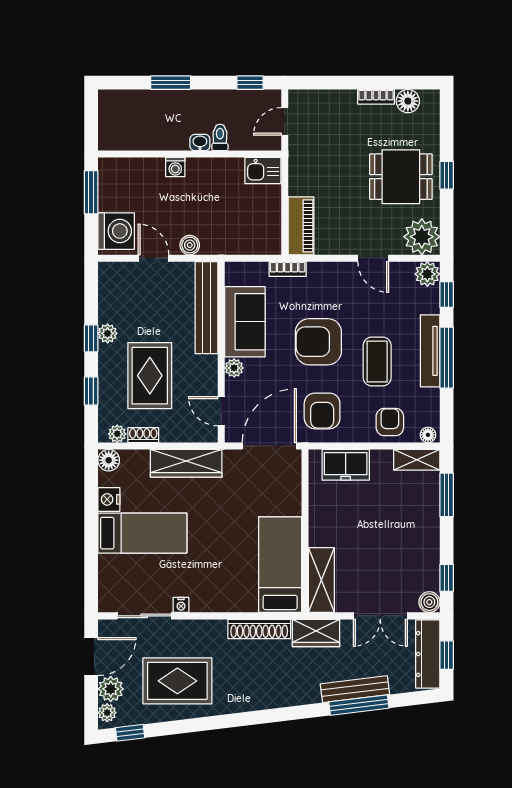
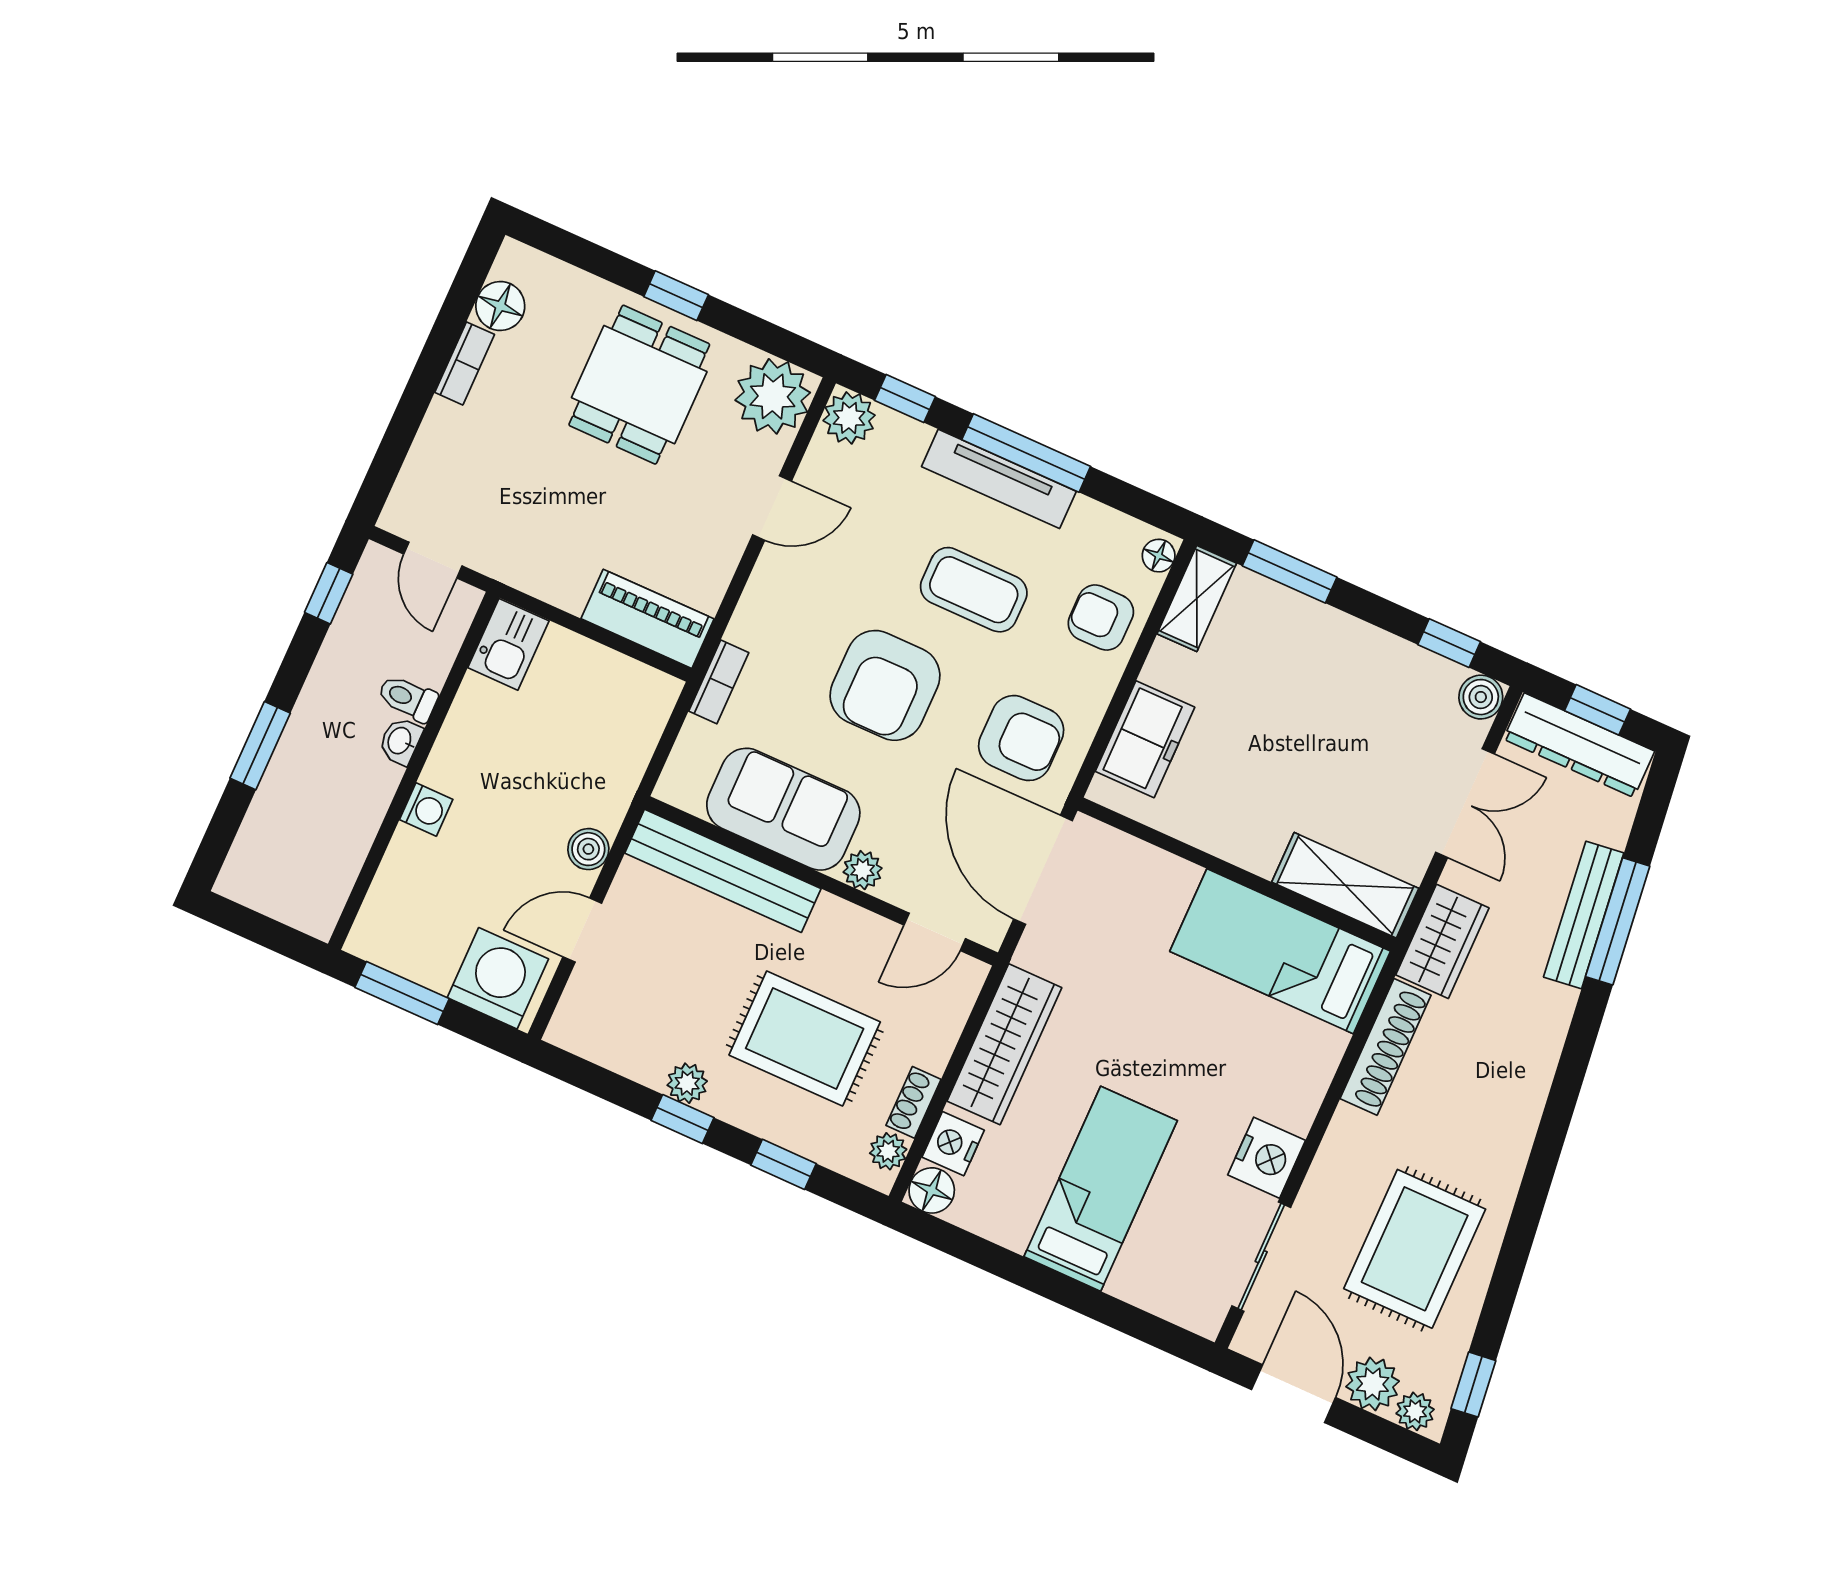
nightstand: (109, 499) -> (953, 1144), moved, turned 90
nightstand: (181, 605) -> (1267, 1158), width x1.89, depth x1.79

